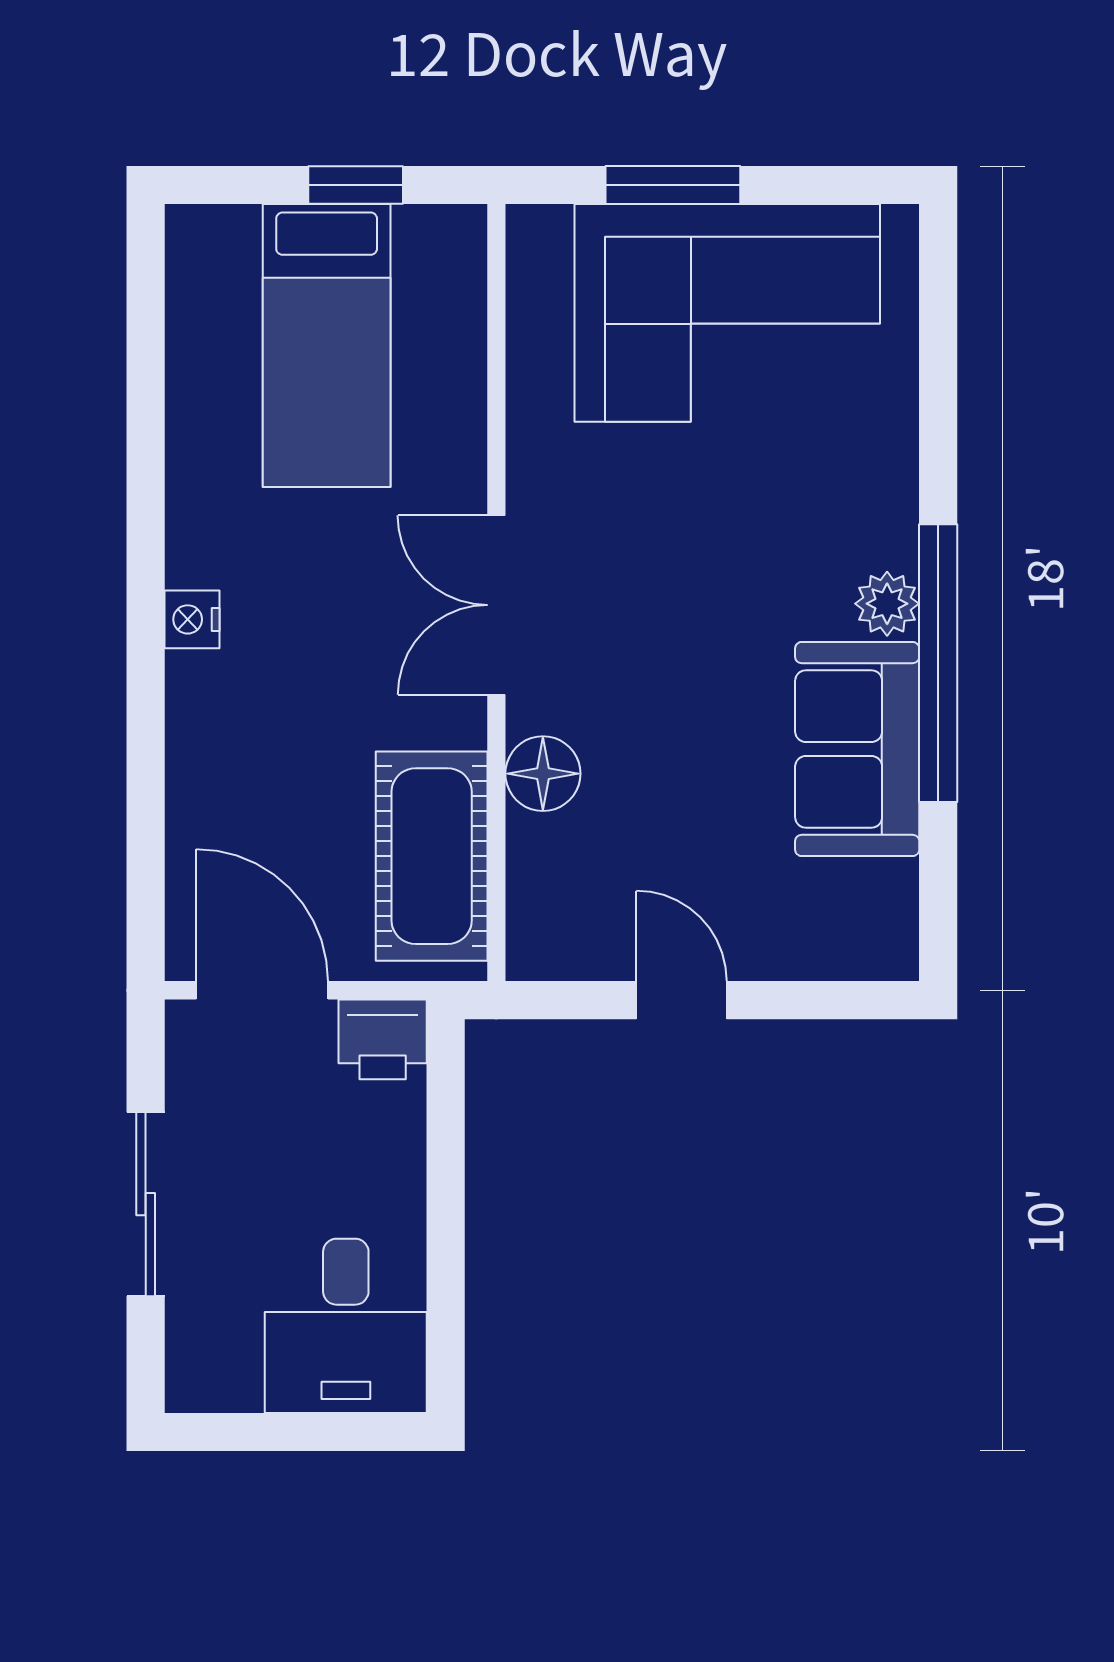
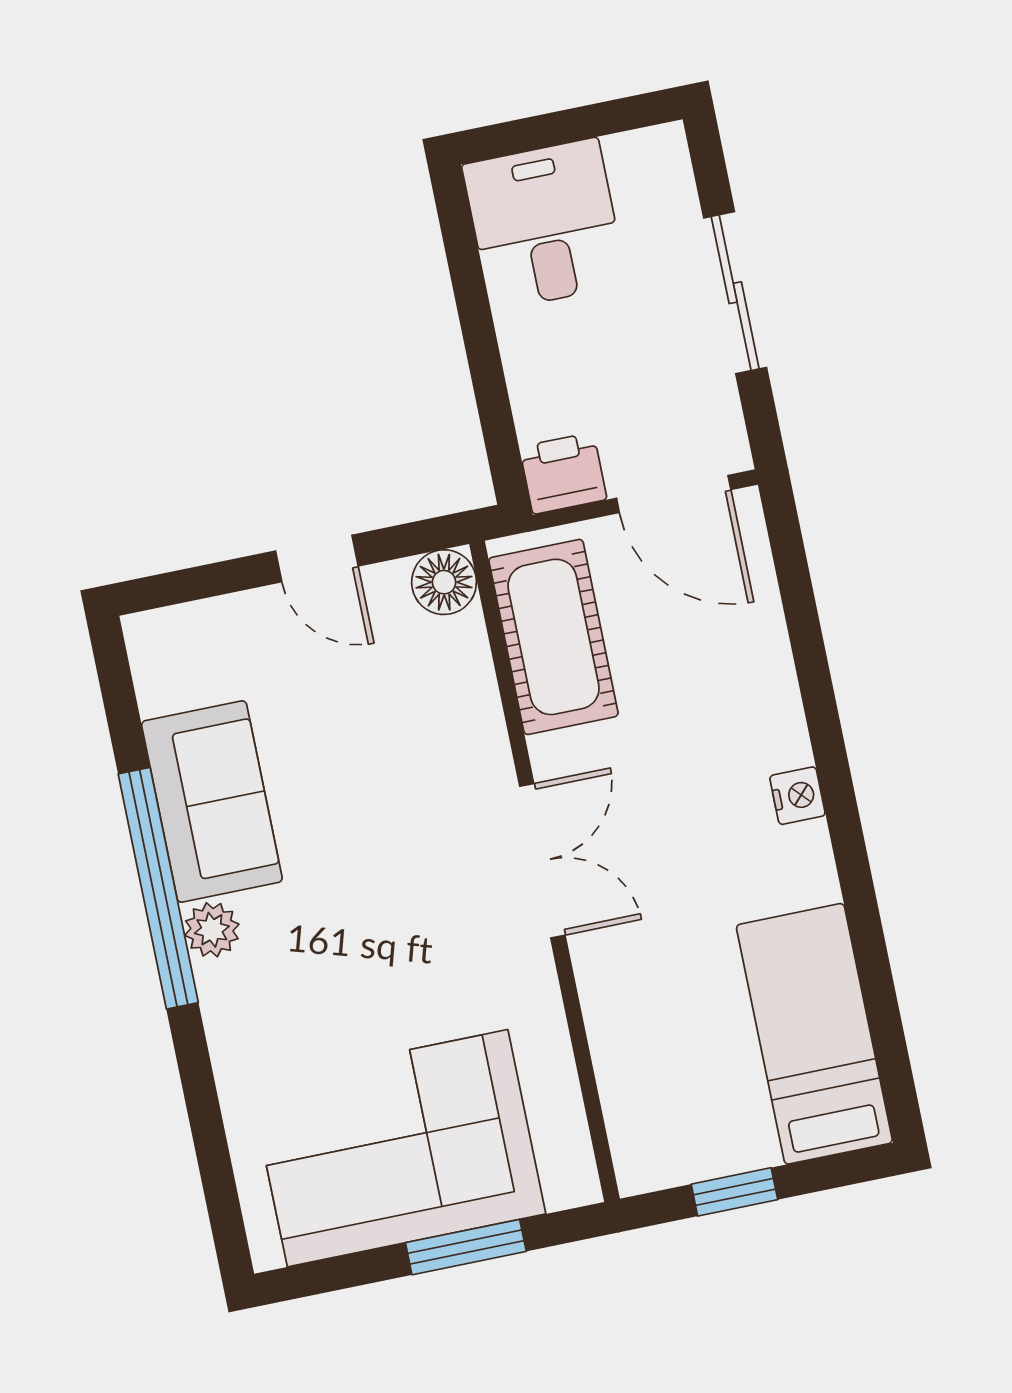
bed: (327, 346) -> (814, 1034), moved
floor lamp: (543, 774) -> (444, 582), moved

